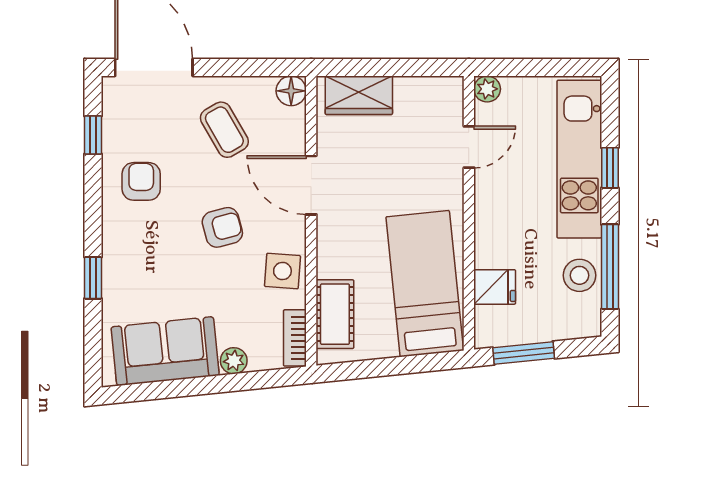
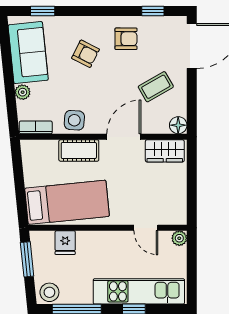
wardrobe: (359, 95) -> (165, 151), moved, turned -90
armchair: (222, 227) -> (86, 54), moved, turned -48
stool: (579, 275) -> (49, 292), moved
window: (93, 278) -> (43, 11), moved
cot: (335, 314) -> (79, 150), moved

